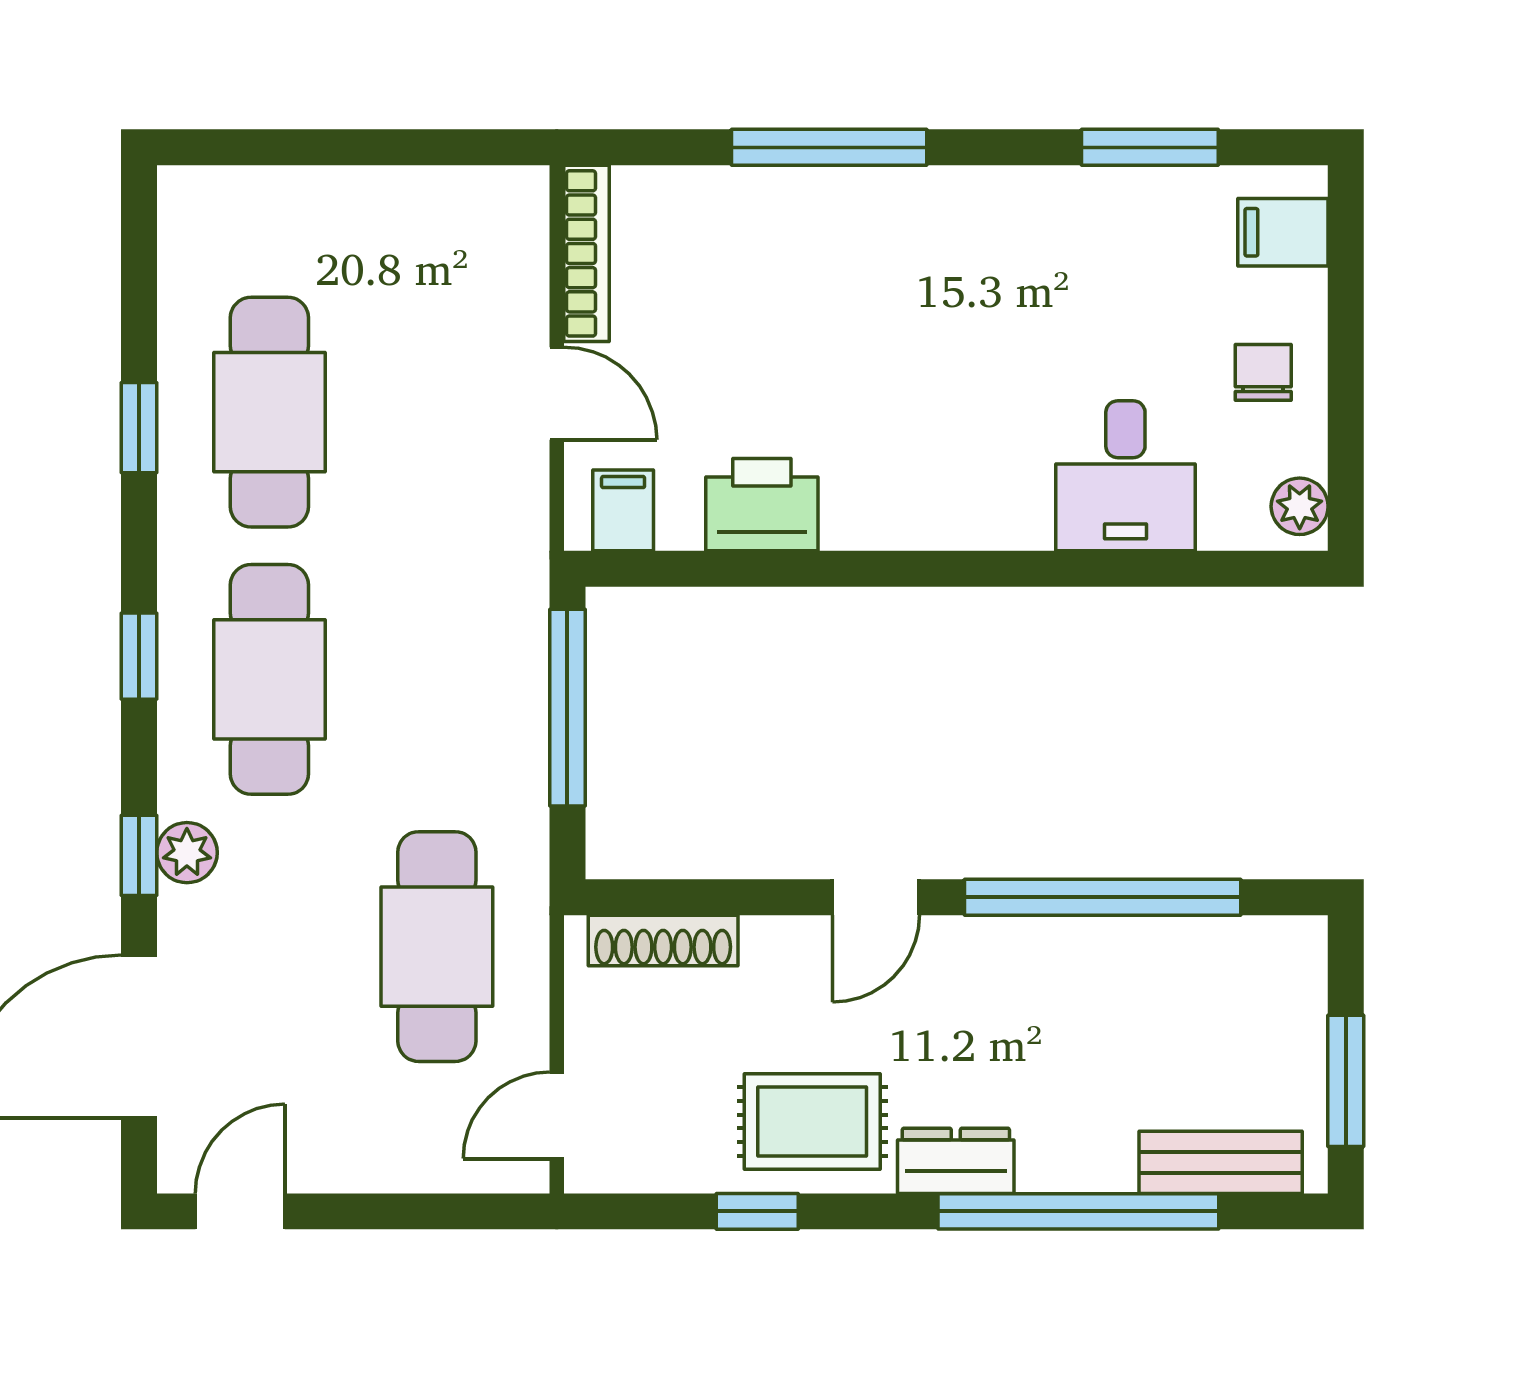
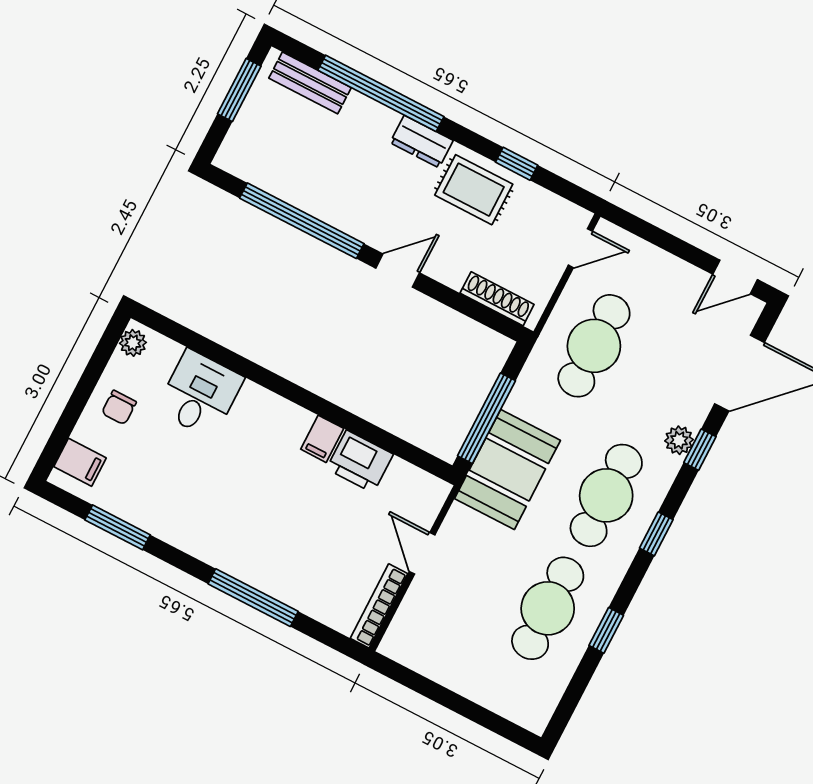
filing cabinet: (623, 510) -> (322, 439), moved
booth: (479, 632) -> (507, 469), added

